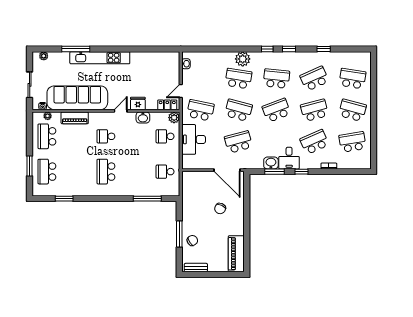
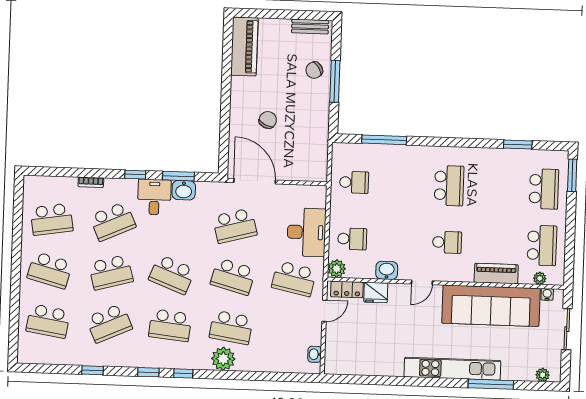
fridge: (138, 104) -> (376, 292), moved
school desk: (276, 110) -> (172, 274), turned 42
window: (30, 166) -> (572, 175), moved

